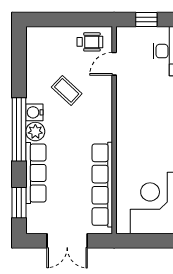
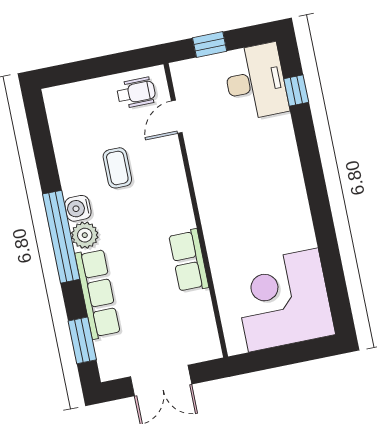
coffee table: (67, 90) -> (117, 168), turned 47
row of seats: (102, 185) -> (189, 261), width x0.50

